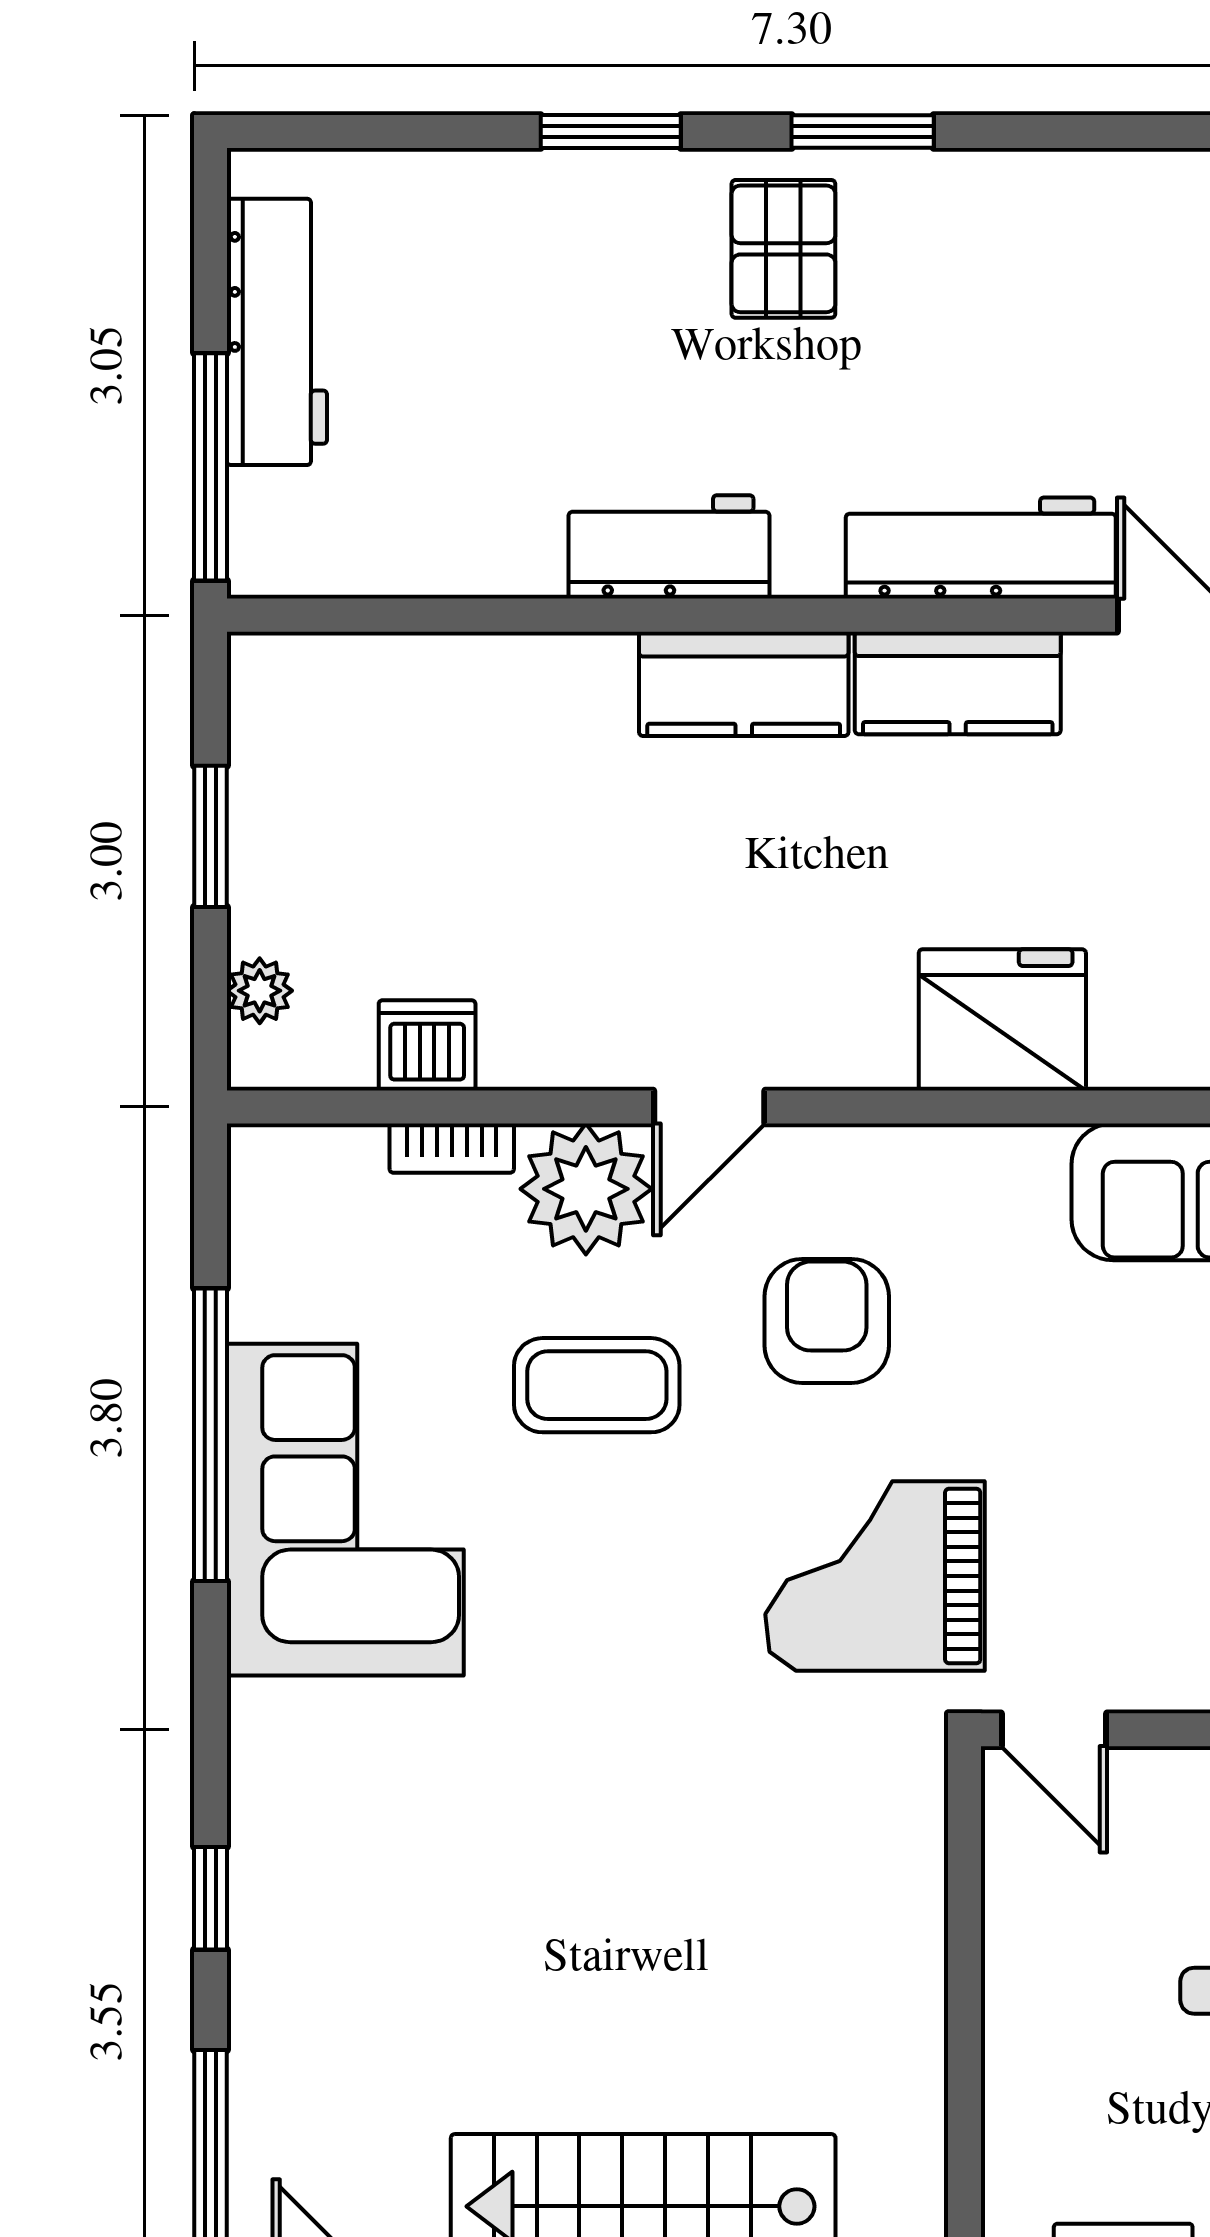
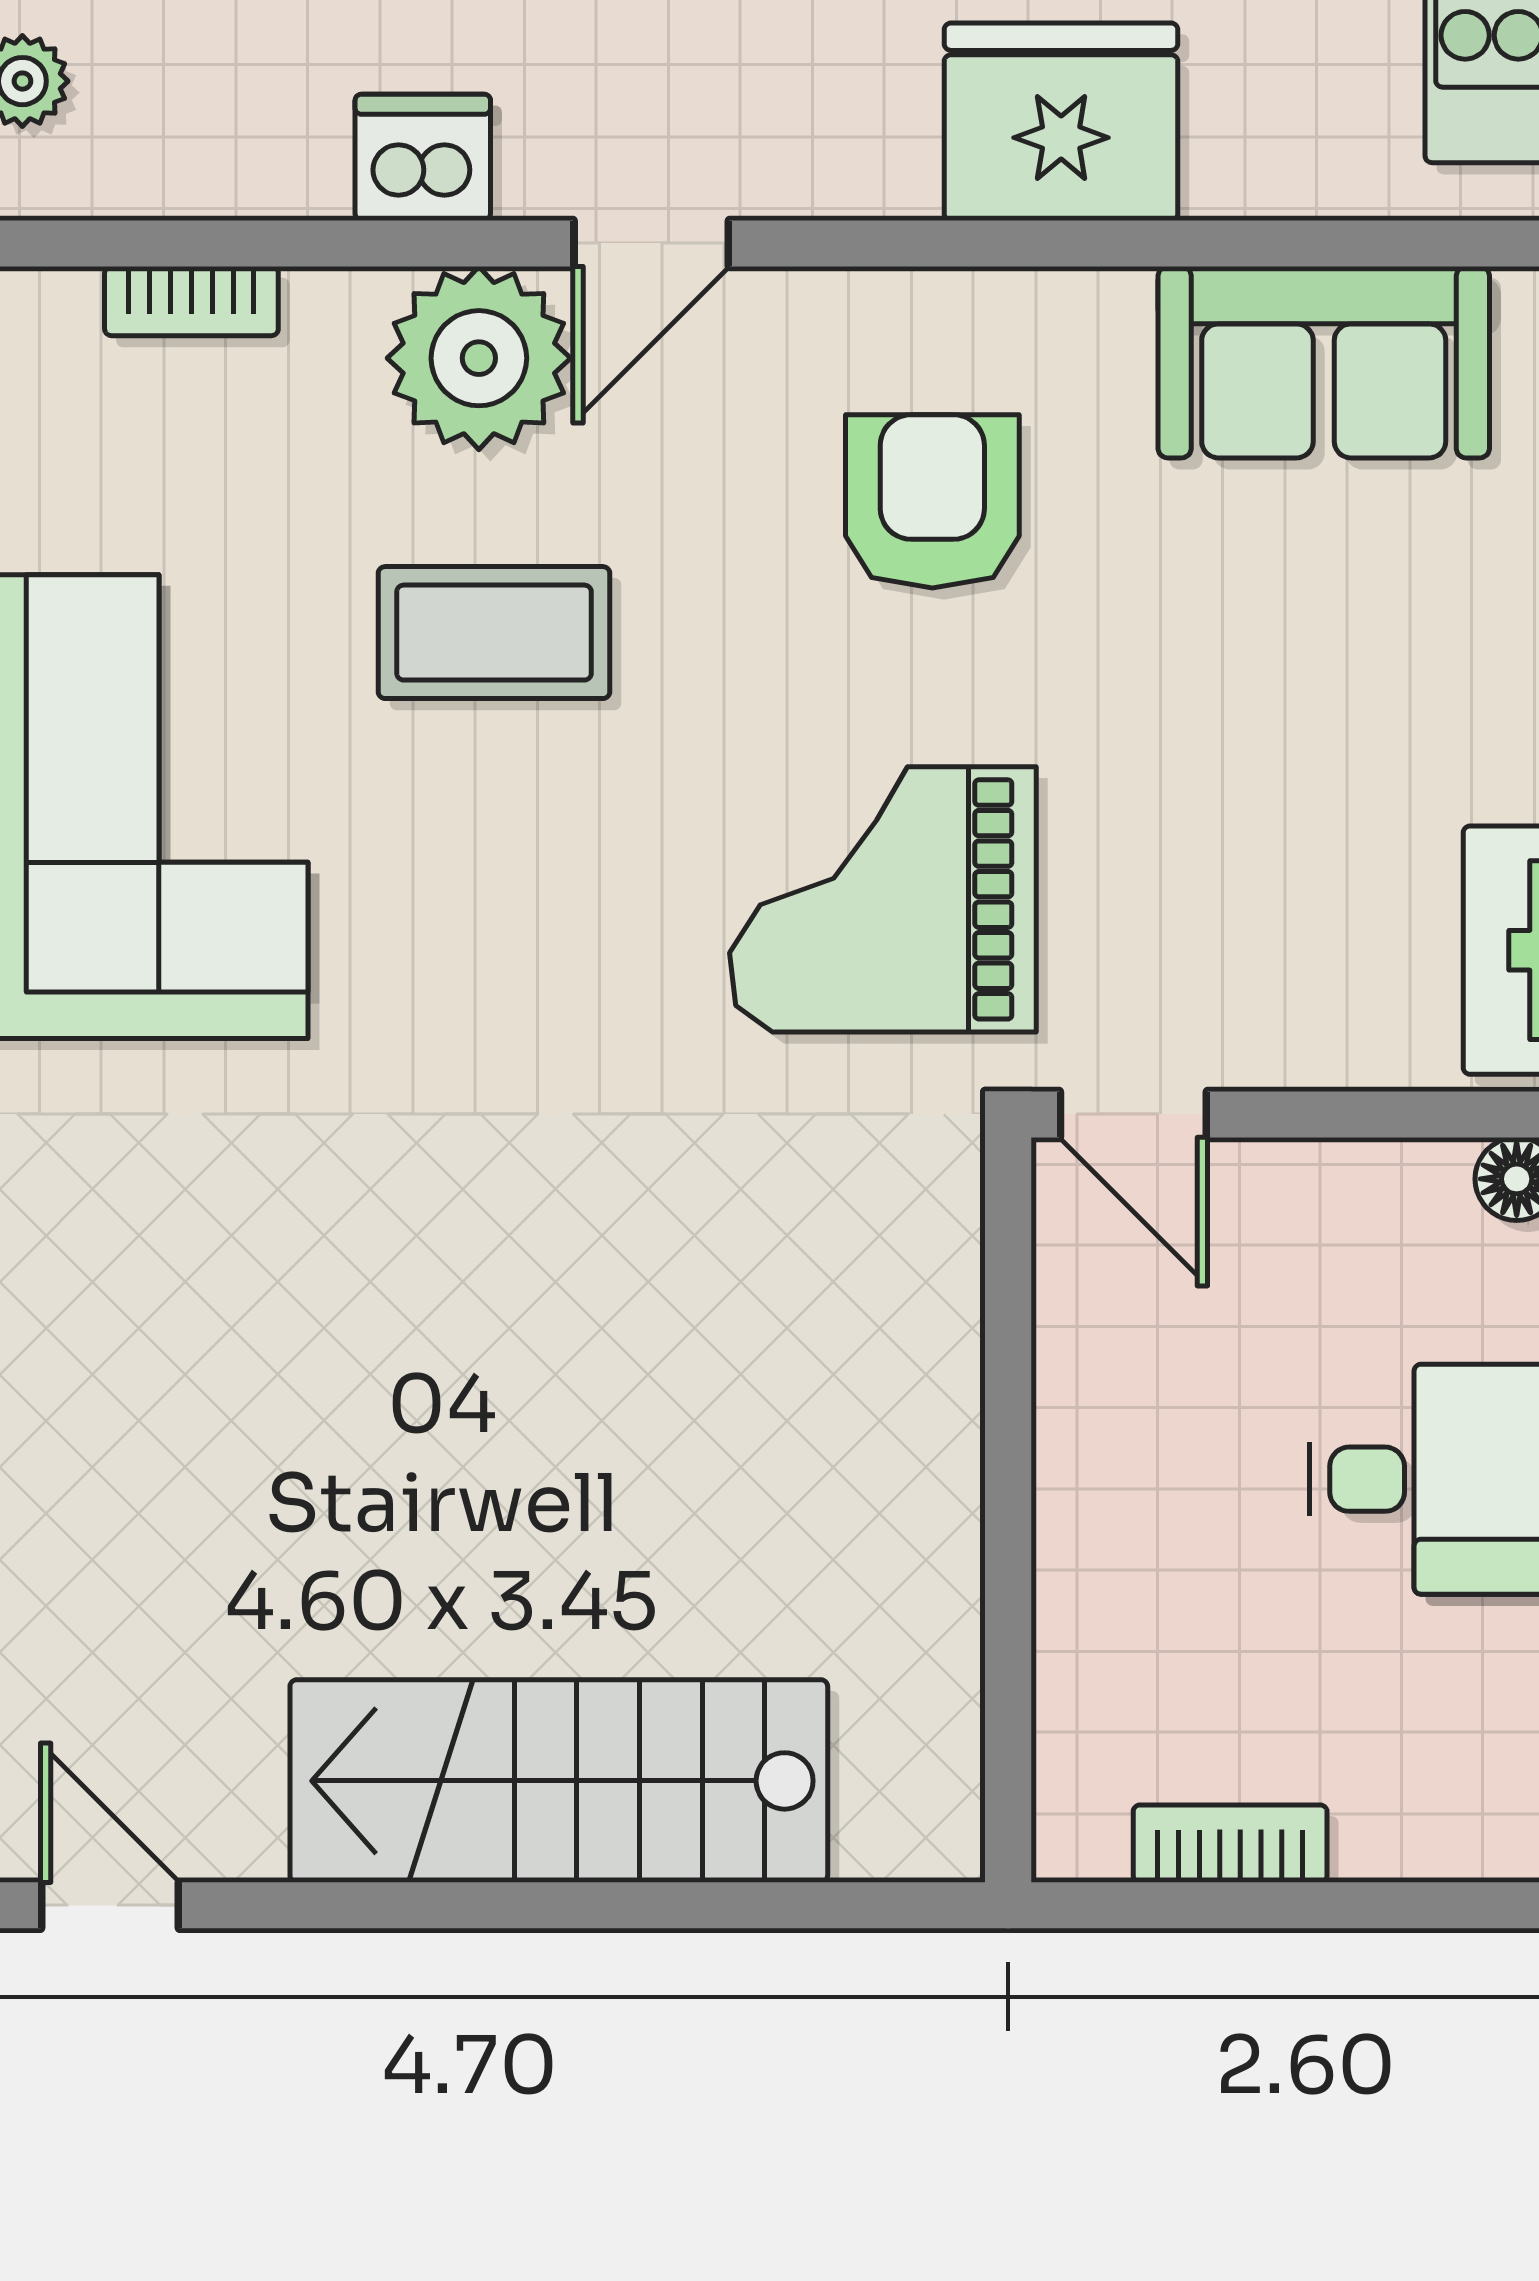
dishwasher: (427, 1045) -> (423, 157), moved
bookcase: (452, 1148) -> (191, 301), moved
armchair: (827, 1321) -> (932, 501), moved

